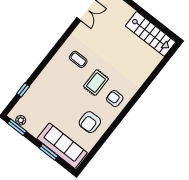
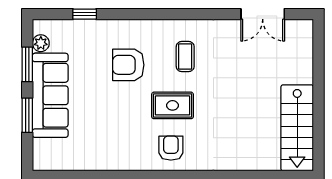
armchair: (90, 122) -> (128, 65), moved
window: (17, 127) -> (27, 64), moved
sofa: (62, 146) -> (50, 95), moved

